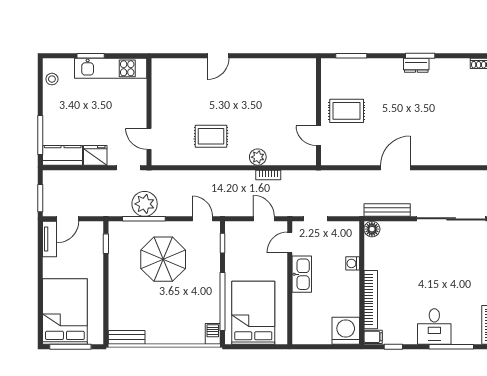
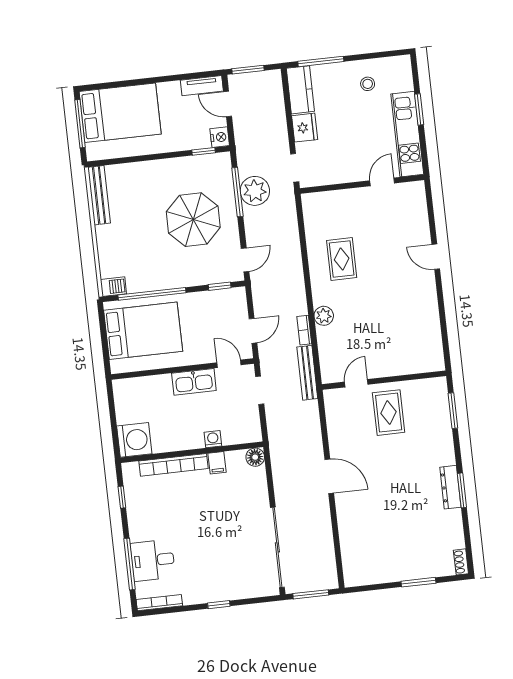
dresser: (416, 65) -> (450, 487), width x1.44
stool: (52, 79) -> (368, 84), moved
door: (149, 139) -> (382, 182), moved
bench: (387, 210) -> (307, 373), moved
nightstand: (95, 229) -> (220, 137), added
desk: (434, 326) -> (153, 560), moved
bench: (127, 337) -> (99, 195), width x1.36
filing cabinet: (373, 337) -> (217, 463), moved

